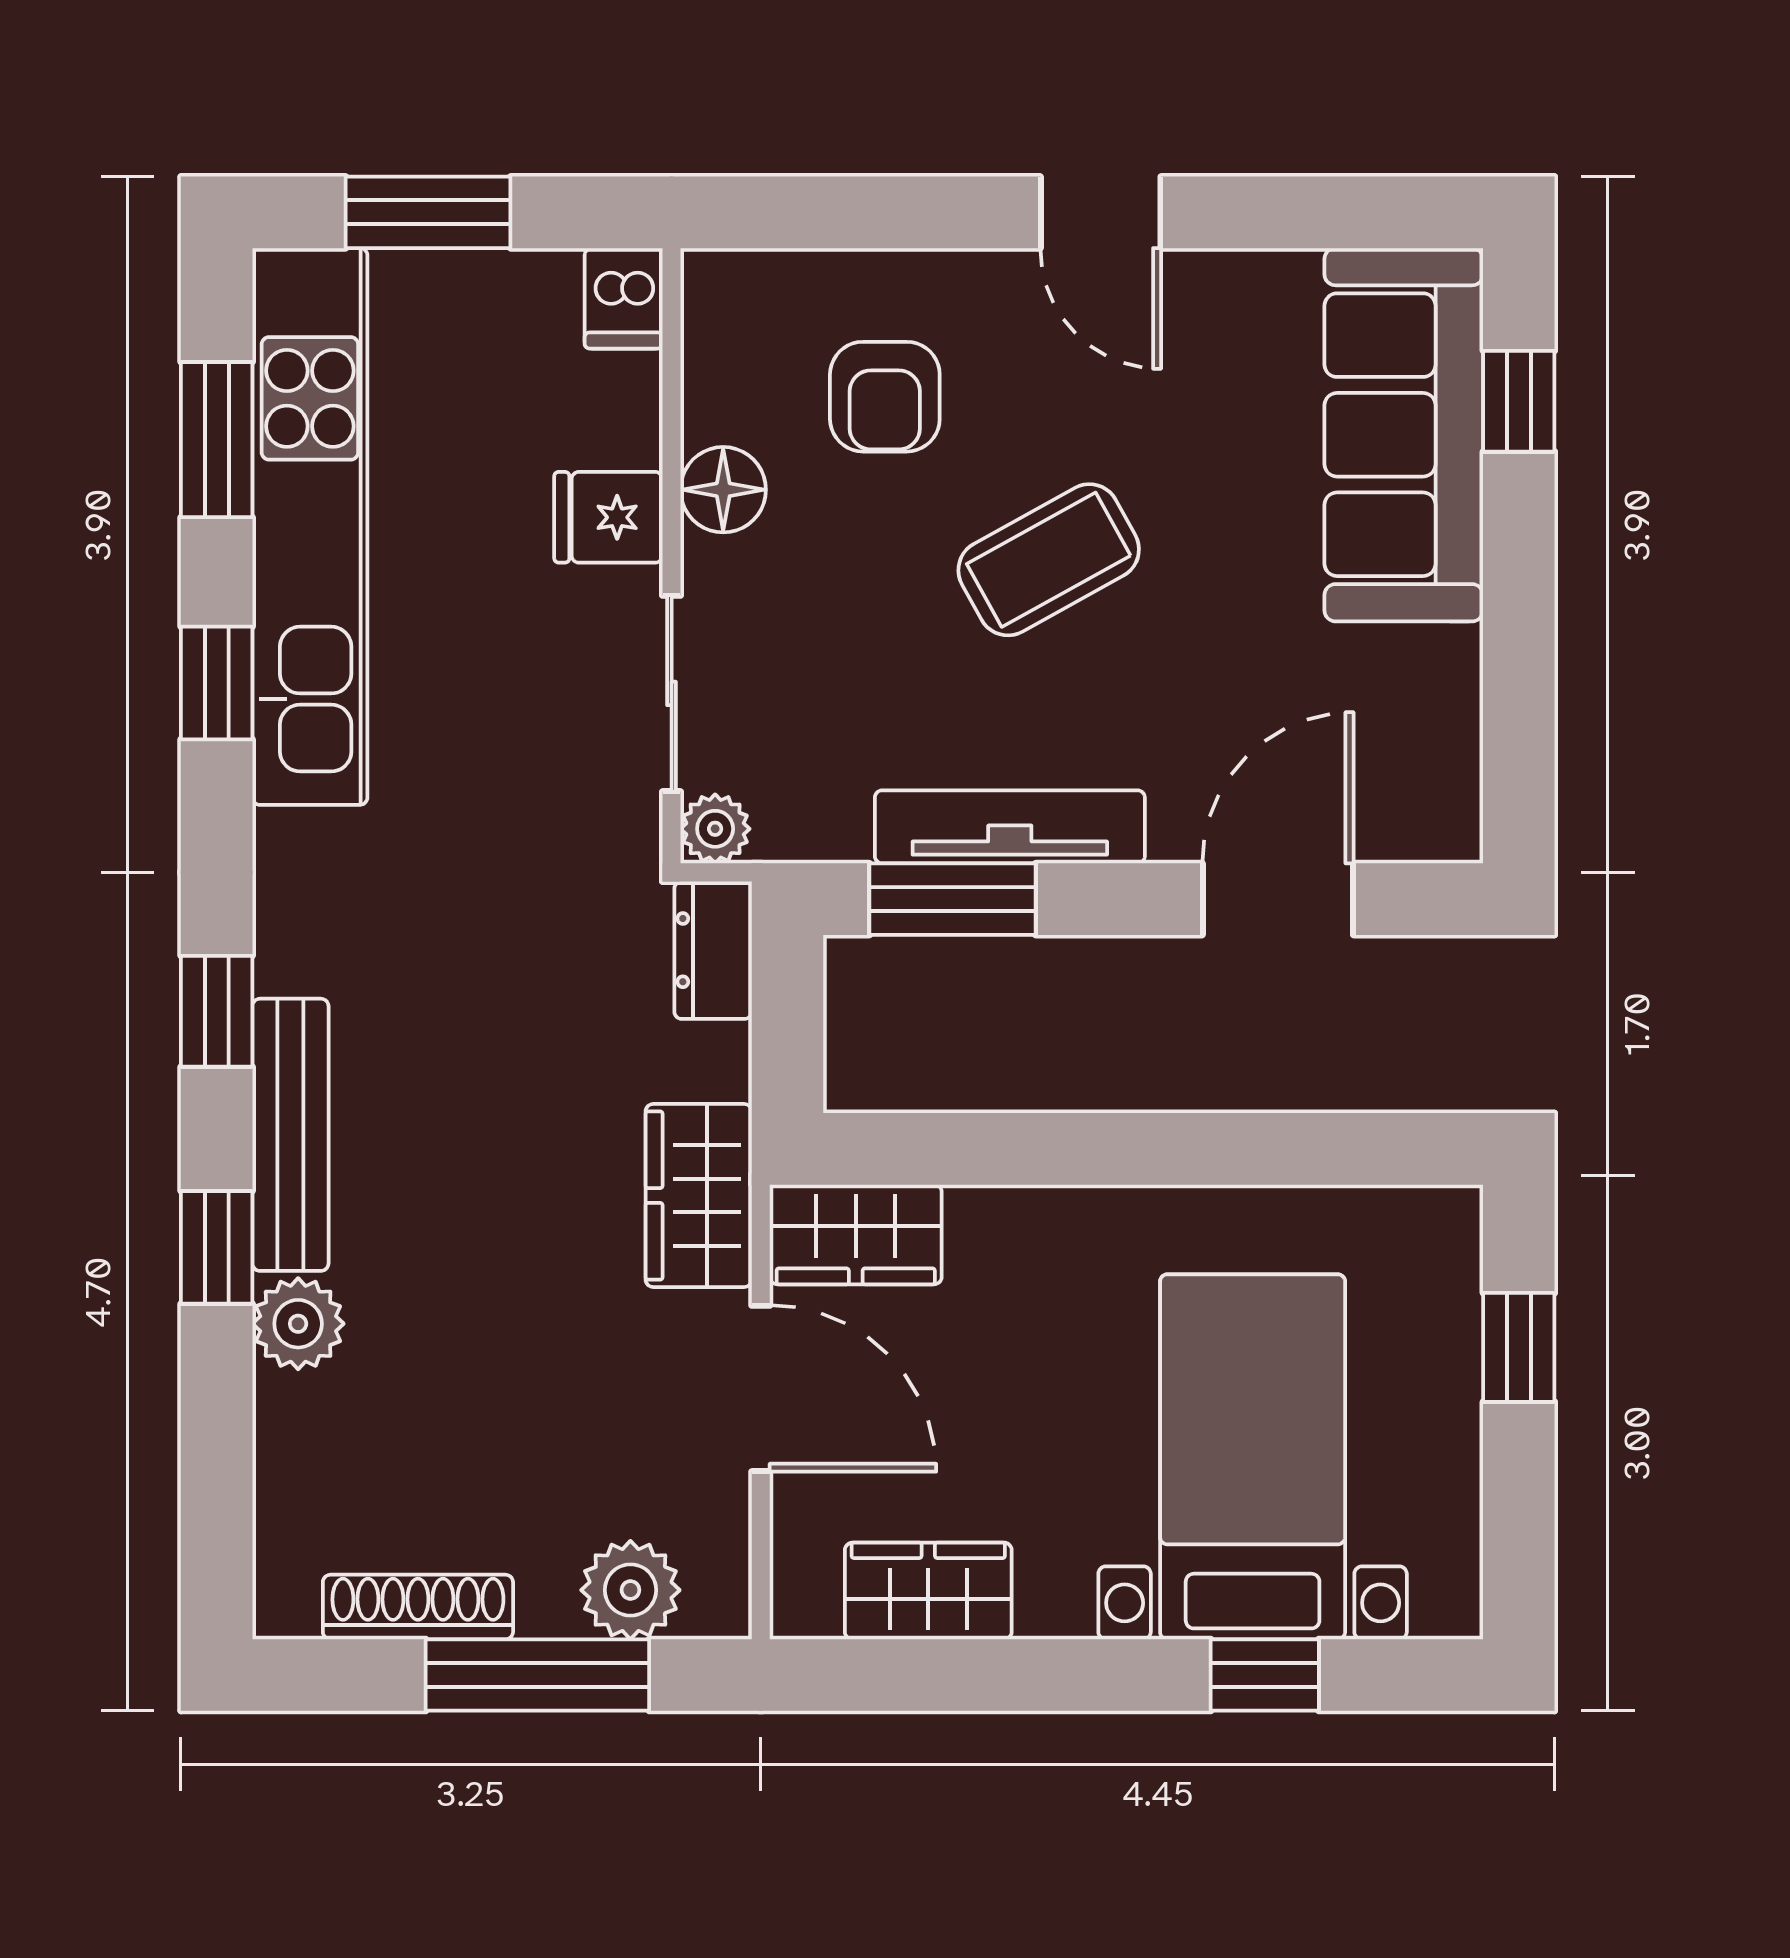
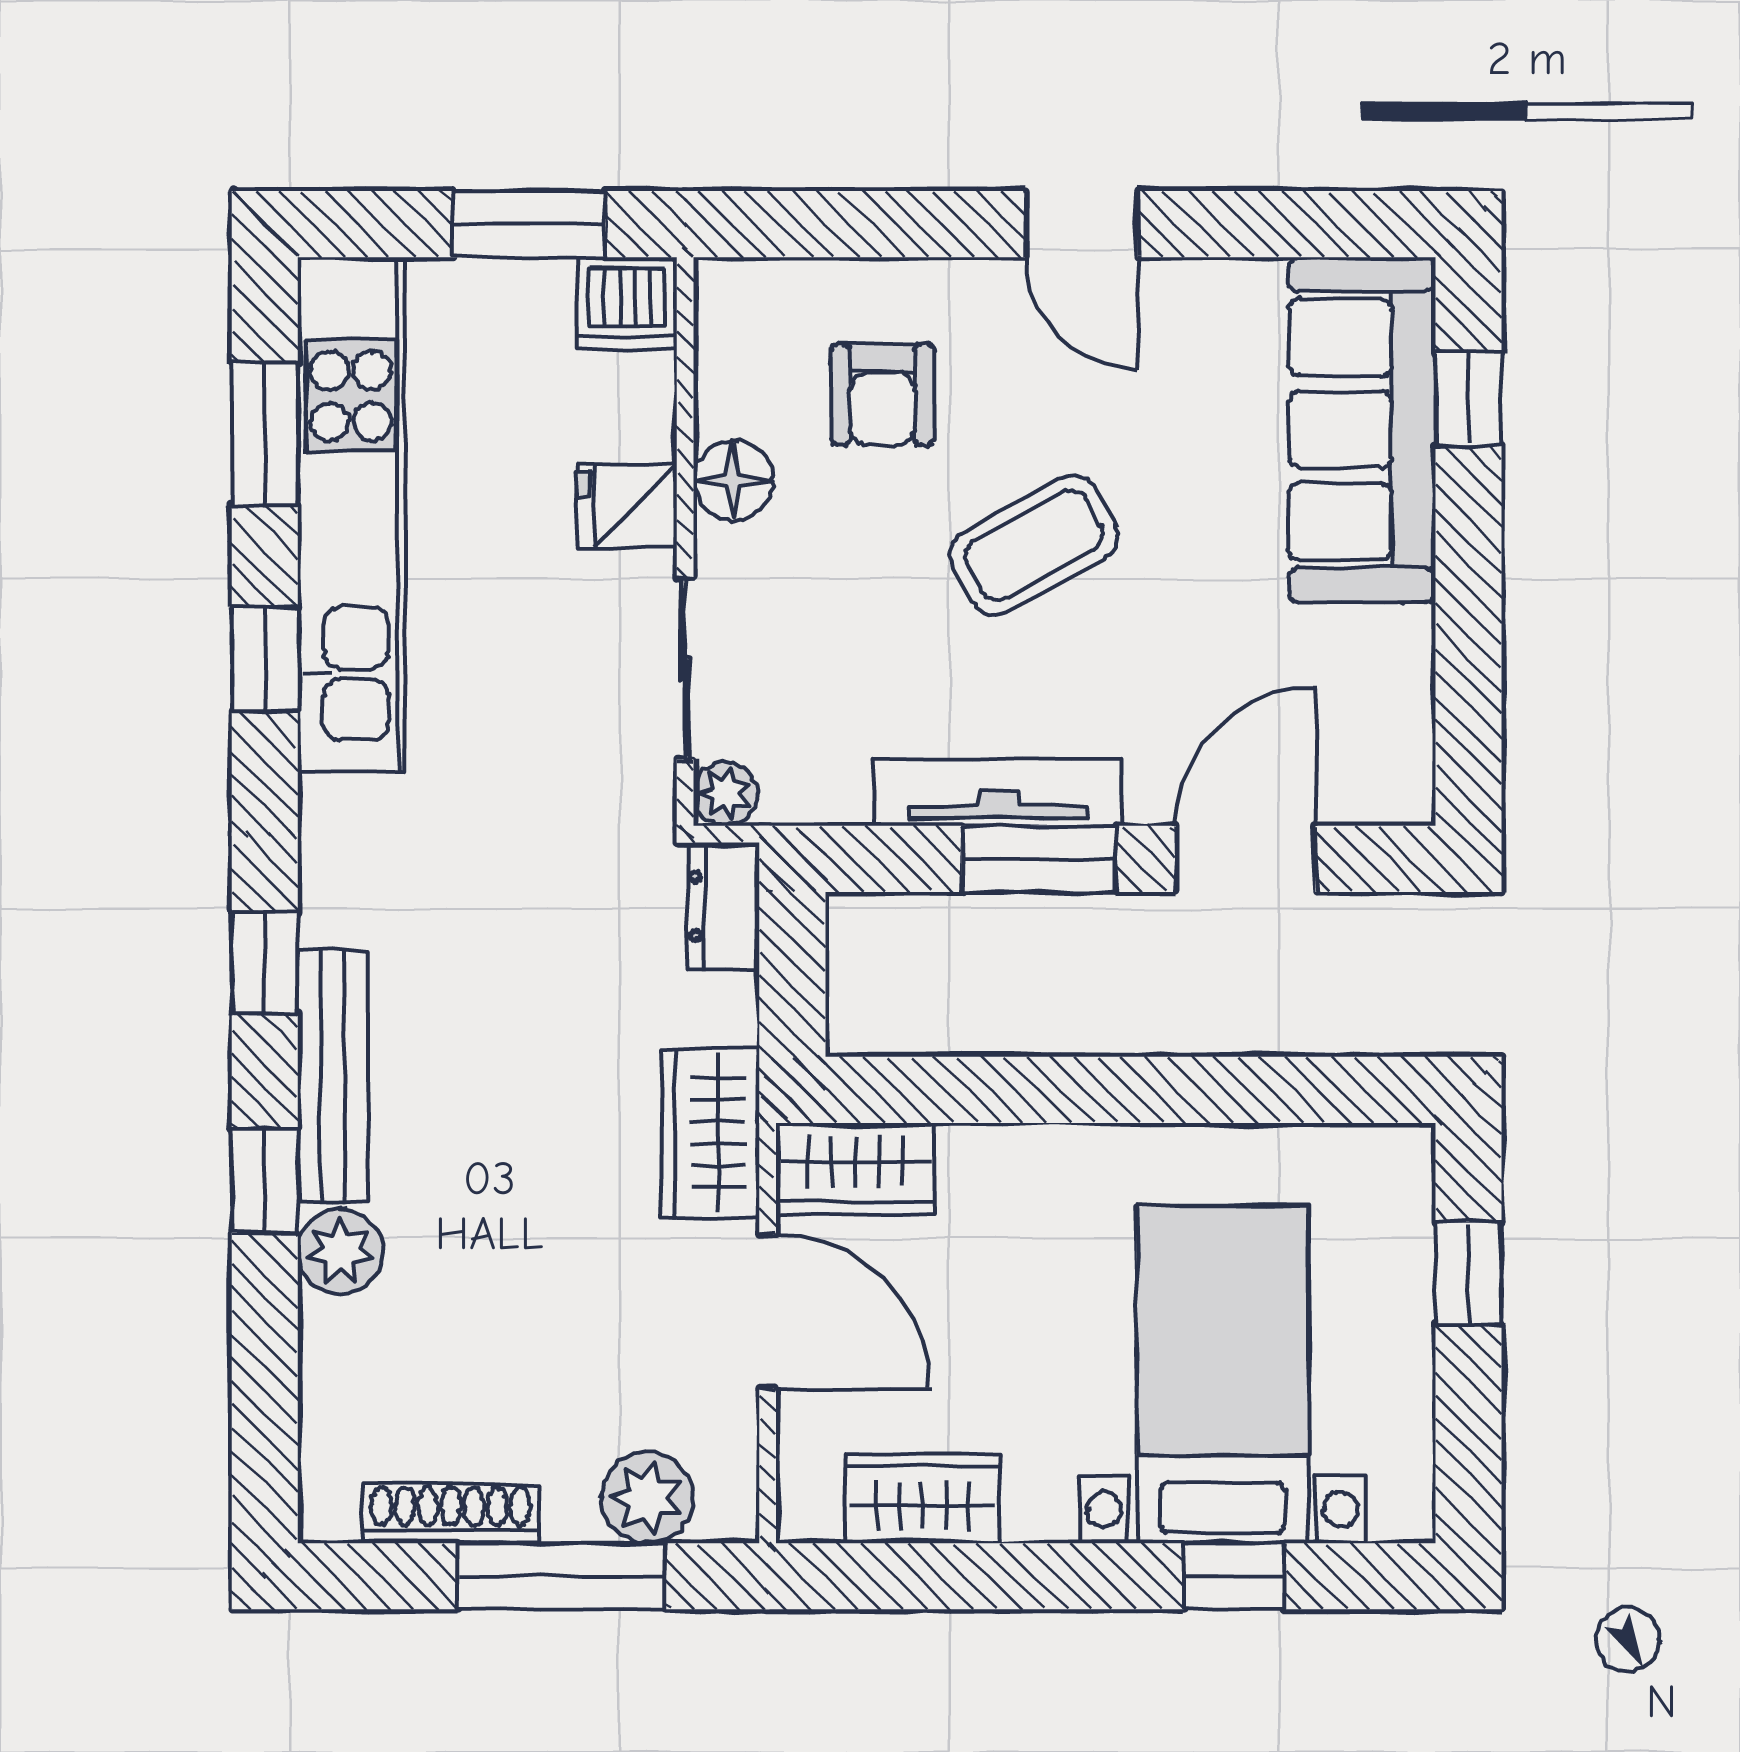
window: (428, 212) -> (530, 224), moved
dishwasher: (624, 298) -> (627, 304), width x1.38
window: (952, 899) -> (1039, 859), moved

